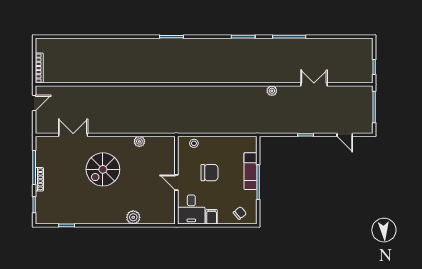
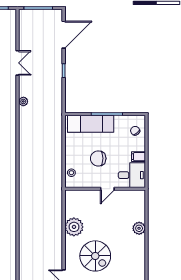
double door: (314, 84) -> (18, 63), swing flipped
door: (345, 135) -> (64, 35), width x1.87
plant: (139, 141) -> (74, 227), width x1.88, depth x1.88
exam couch: (250, 171) -> (91, 124), width x1.36, depth x1.45
chair: (210, 173) -> (98, 158), turned -90

